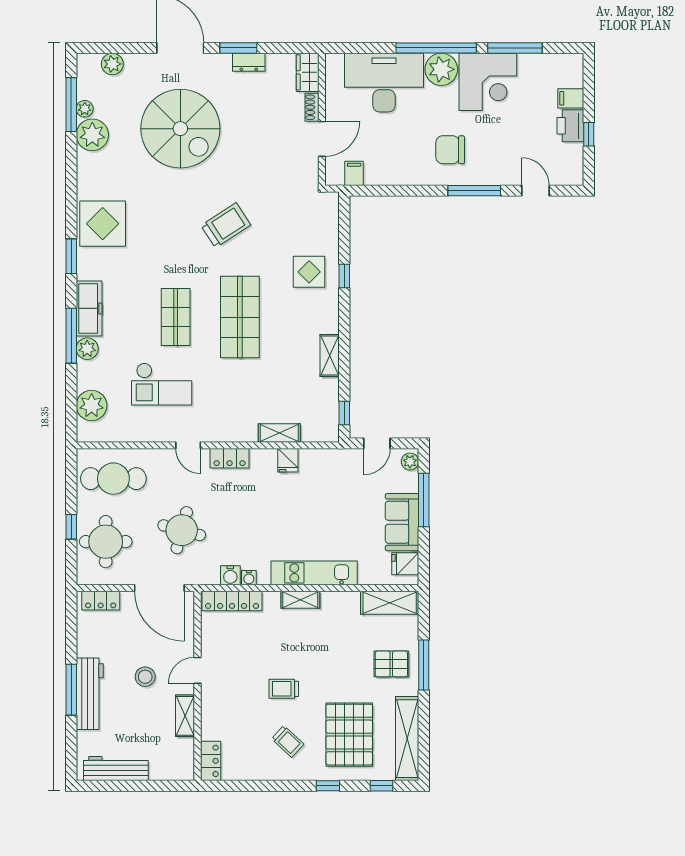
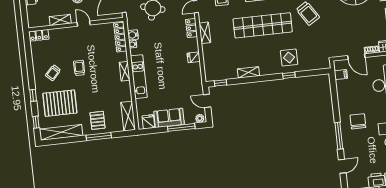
shop shelf: (240, 317) -> (263, 25), width x1.40
shelving: (279, 433) -> (205, 33), moved

